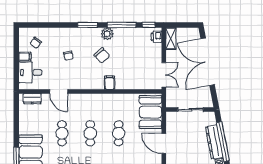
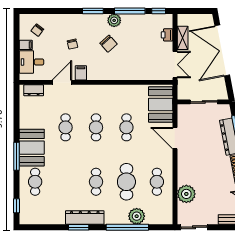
printer: (156, 37) -> (167, 35), moved
shelving: (171, 39) -> (183, 38), moved
filing cabinet: (110, 83) -> (81, 73), moved
door: (59, 92) -> (62, 82), swing flipped

